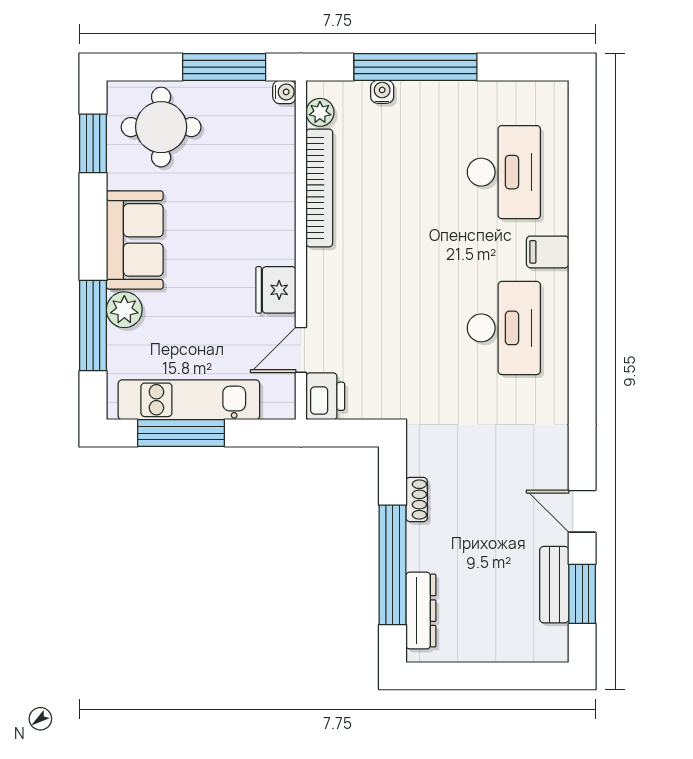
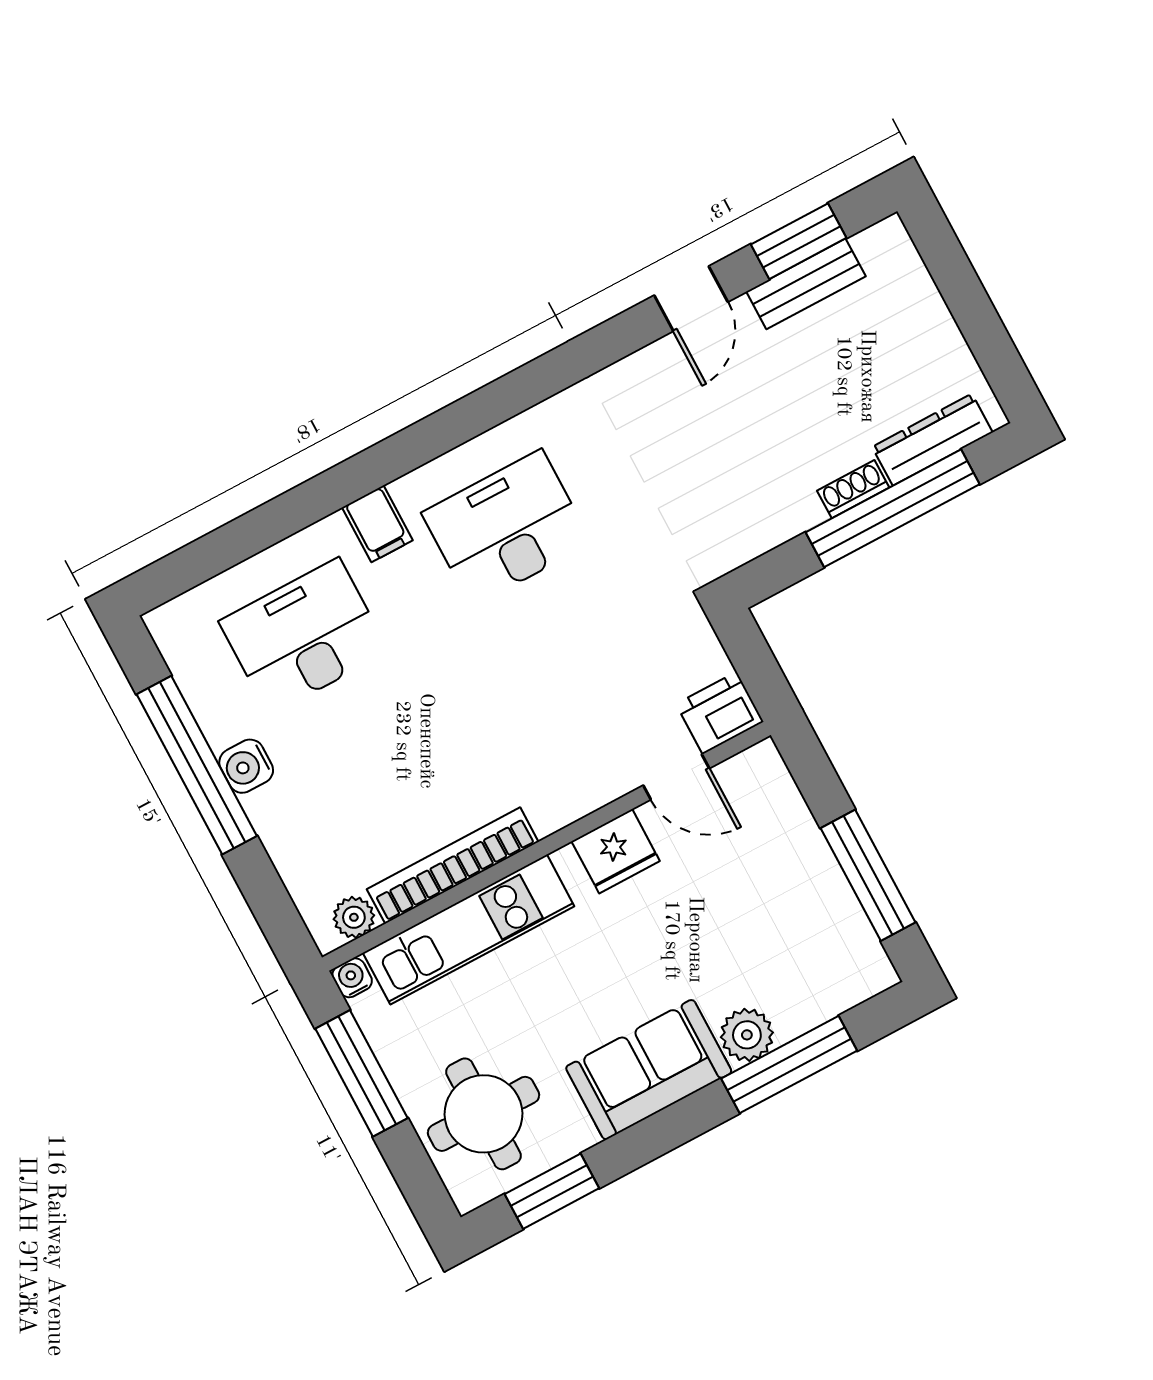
window: (415, 67) -> (197, 765), moved
water cooler: (382, 92) -> (246, 766), moved, width x1.38, depth x1.38
kitchen unit: (189, 400) -> (469, 930), moved, turned -90
shoe rack: (417, 499) -> (853, 489), moved

